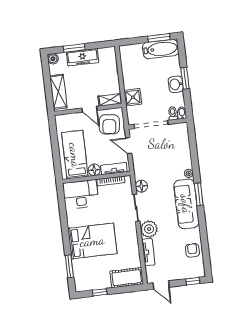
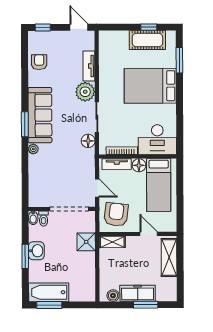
boiler: (53, 59) -> (113, 296), moved
door: (89, 109) -> (149, 234), moved
armchair: (192, 250) -> (39, 62), turned 180
cot: (127, 278) -> (147, 40), moved

